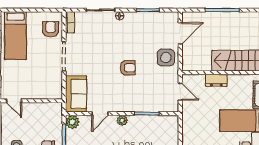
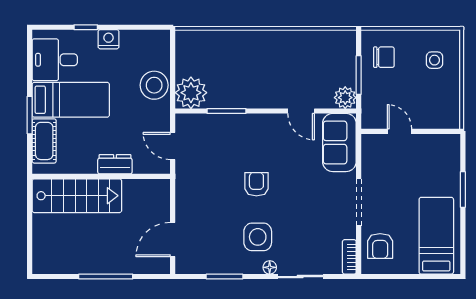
side table: (166, 58) -> (258, 237), moved
armchair: (128, 68) -> (256, 184), turned 90
door: (14, 101) -> (399, 131), moved
door: (100, 114) -> (301, 111), swing flipped
plant: (122, 120) -> (191, 93), moved, width x1.88, depth x1.88
stool: (192, 130) -> (154, 85), added

